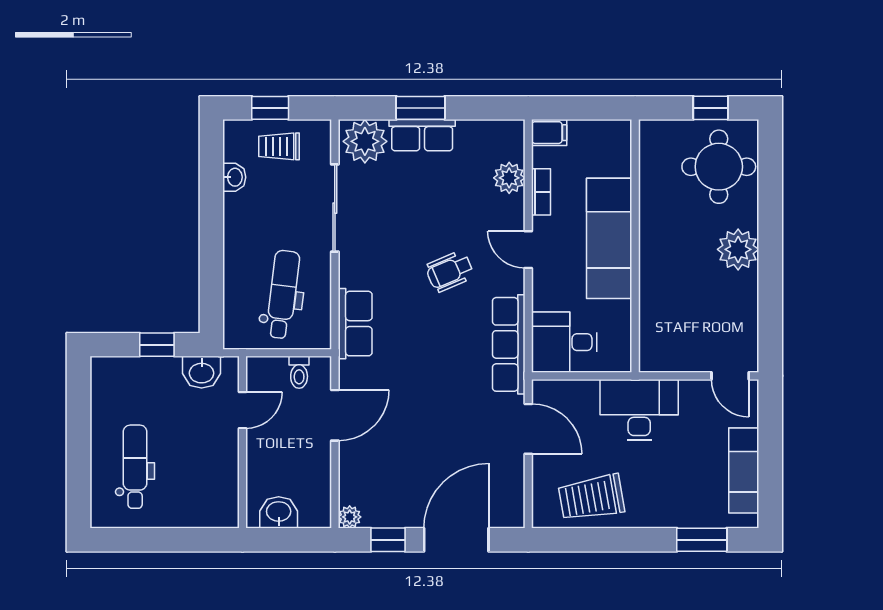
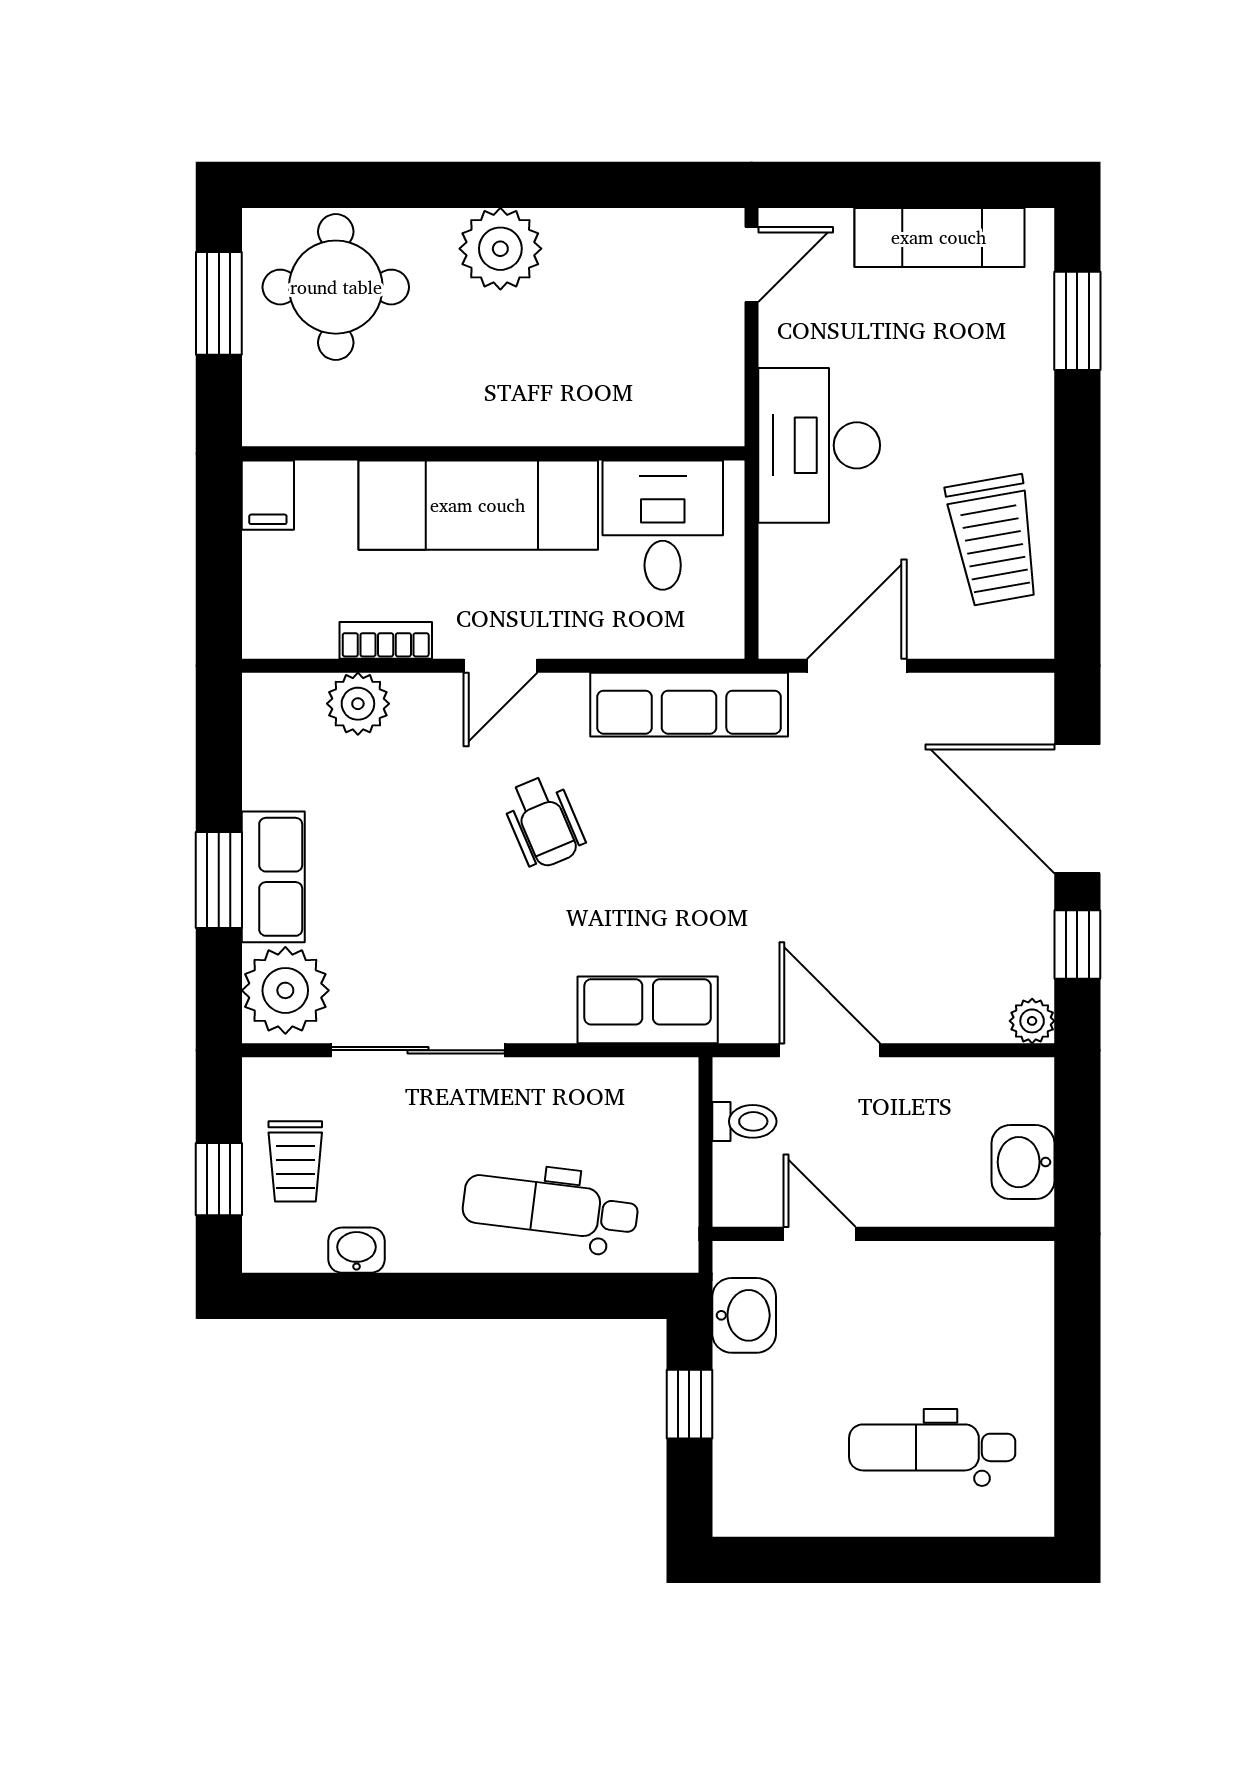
window: (711, 108) -> (219, 303), width x1.50
filing cabinet: (549, 133) -> (268, 495), moved, turned 180
dental chair: (283, 294) -> (550, 1208), moved
desk: (564, 342) -> (663, 525), moved, turned 180

